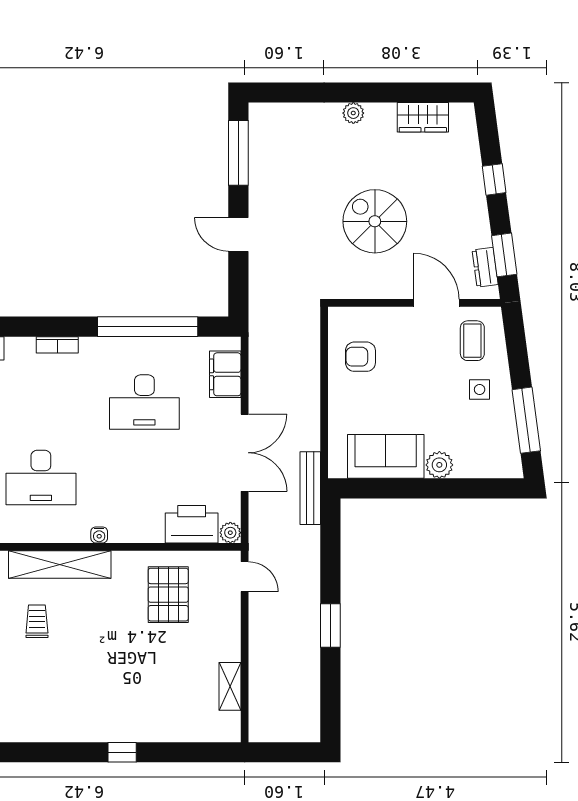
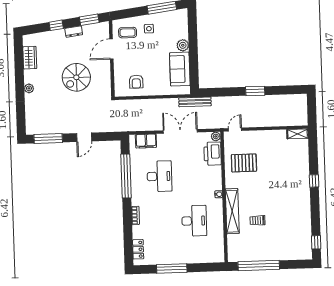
dresser: (485, 267) -> (74, 32), moved
shelving: (230, 686) -> (298, 134), moved

